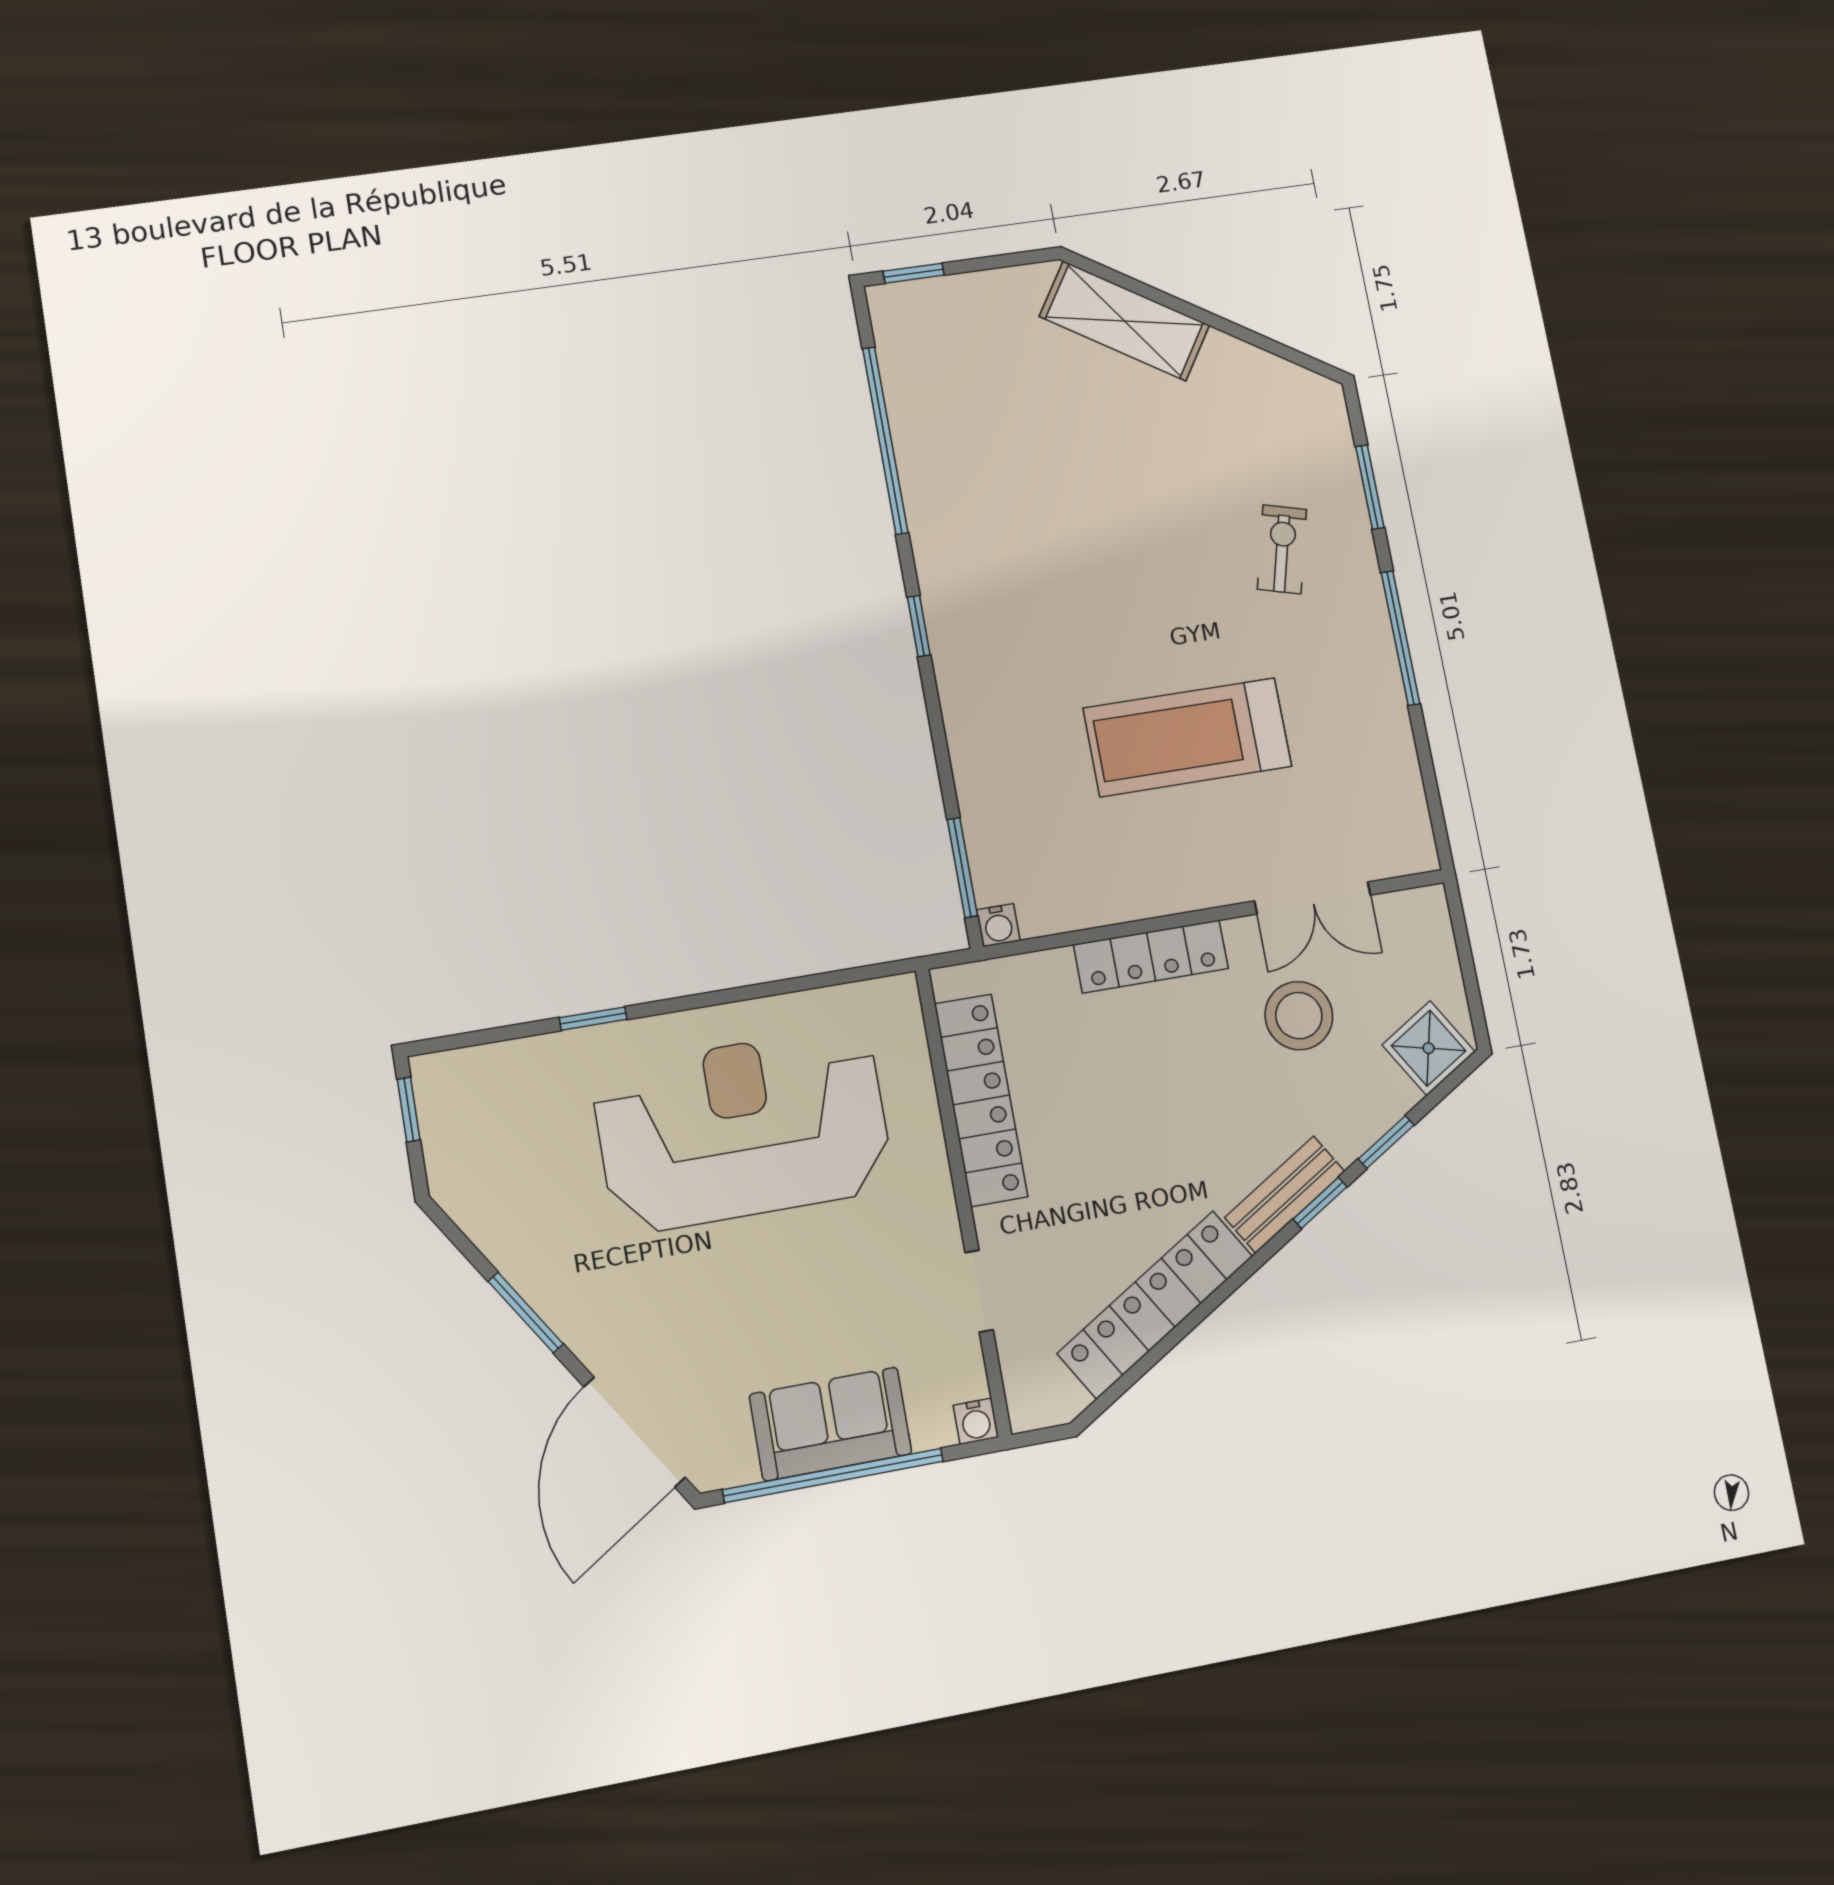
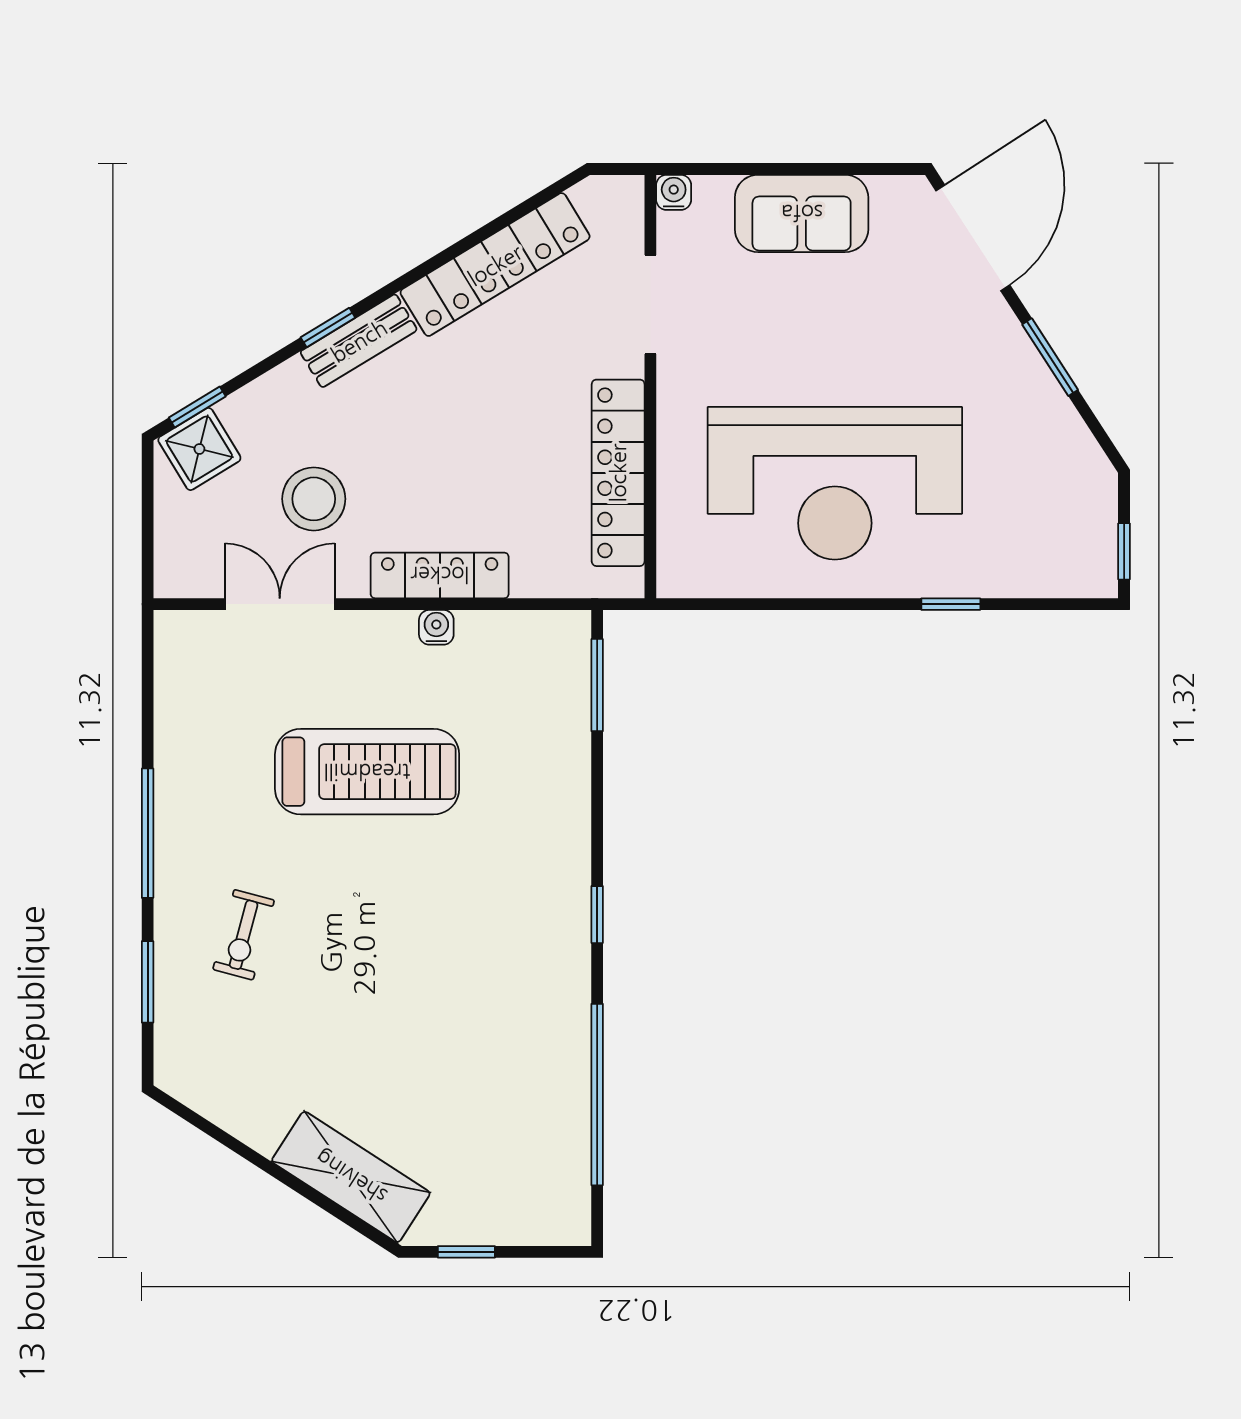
window: (914, 273) -> (466, 1252), moved
water cooler: (998, 925) -> (436, 627), moved
window: (1386, 1142) -> (197, 407), moved
doorway: (979, 1291) -> (650, 304), width x1.38
window: (833, 1475) -> (807, 169), removed

